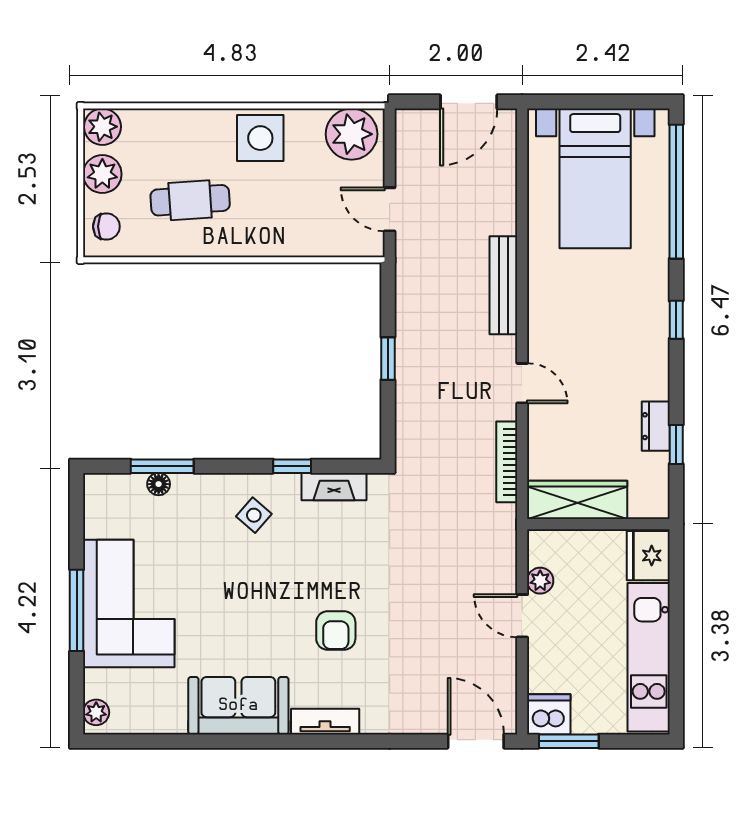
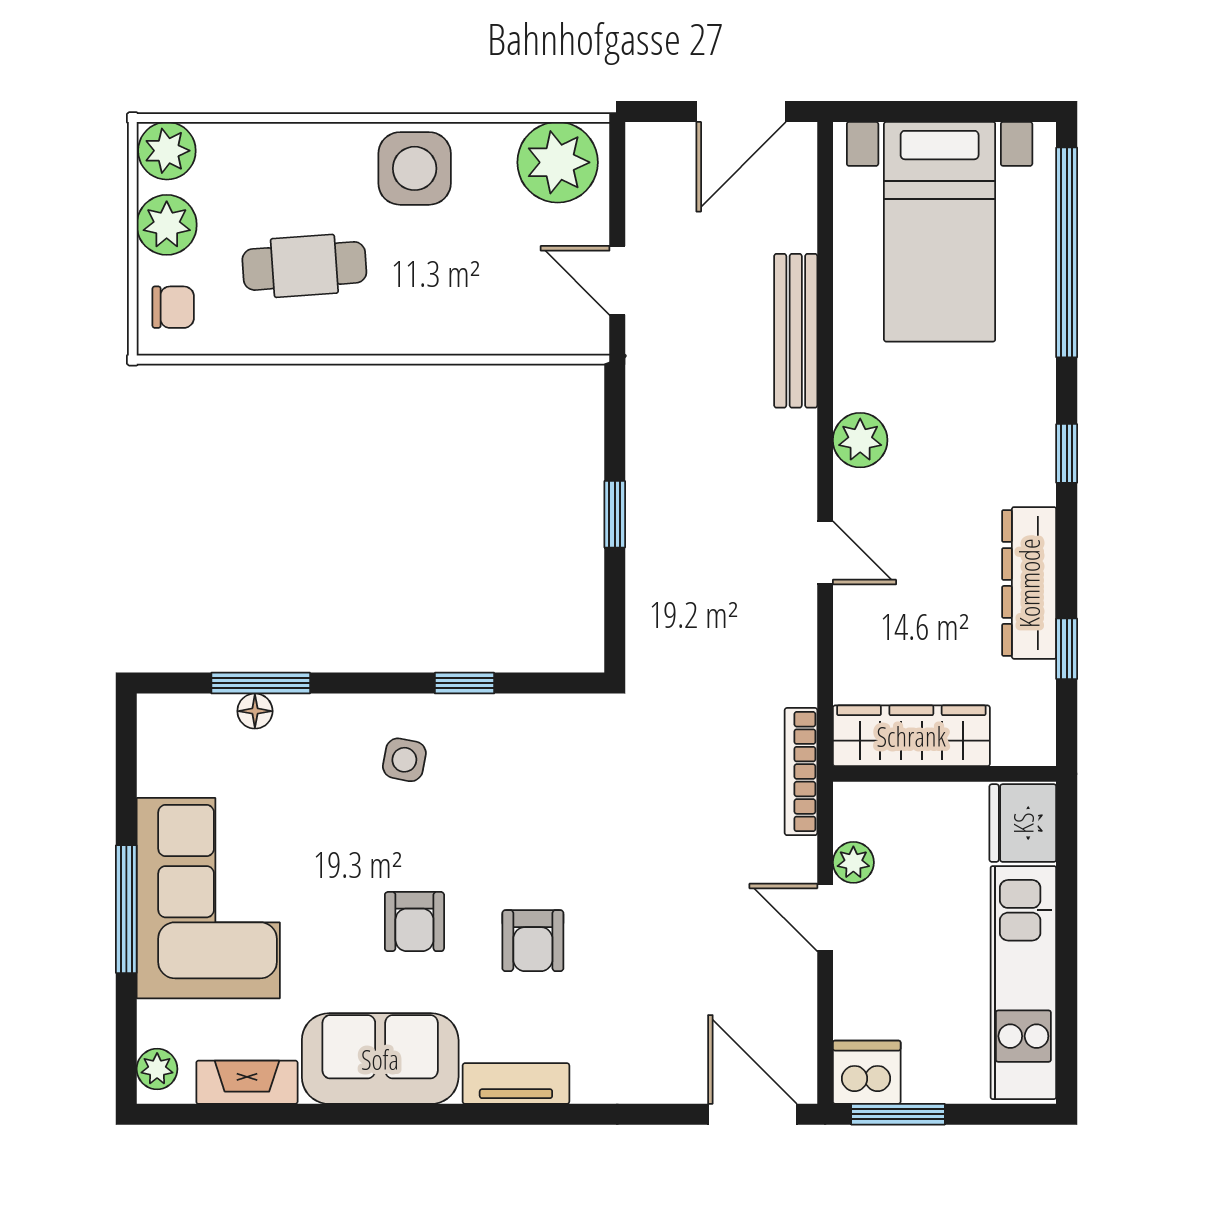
bench: (503, 285) -> (796, 331), moved
plant: (545, 311) -> (860, 440), added
dresser: (656, 426) -> (1029, 583), width x1.96, depth x1.24
bookcase: (507, 462) -> (801, 772), moved
fireplace: (334, 487) -> (247, 1082), moved, turned 180
side table: (254, 515) -> (404, 760), turned -30
armchair: (260, 618) -> (414, 922), added

